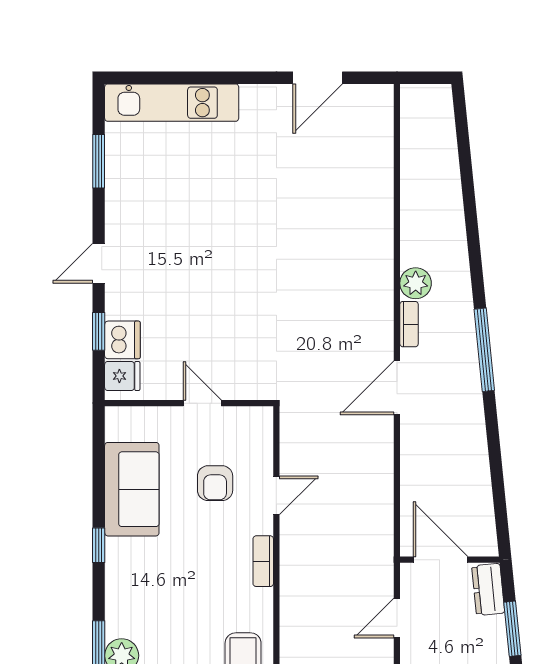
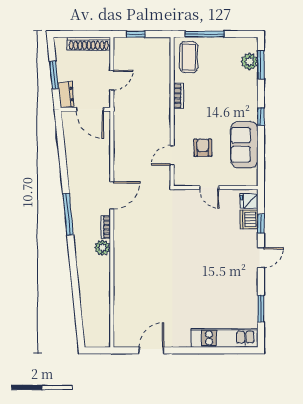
door: (276, 495) -> (172, 155), moved
bookcase: (263, 561) -> (179, 96), moved

